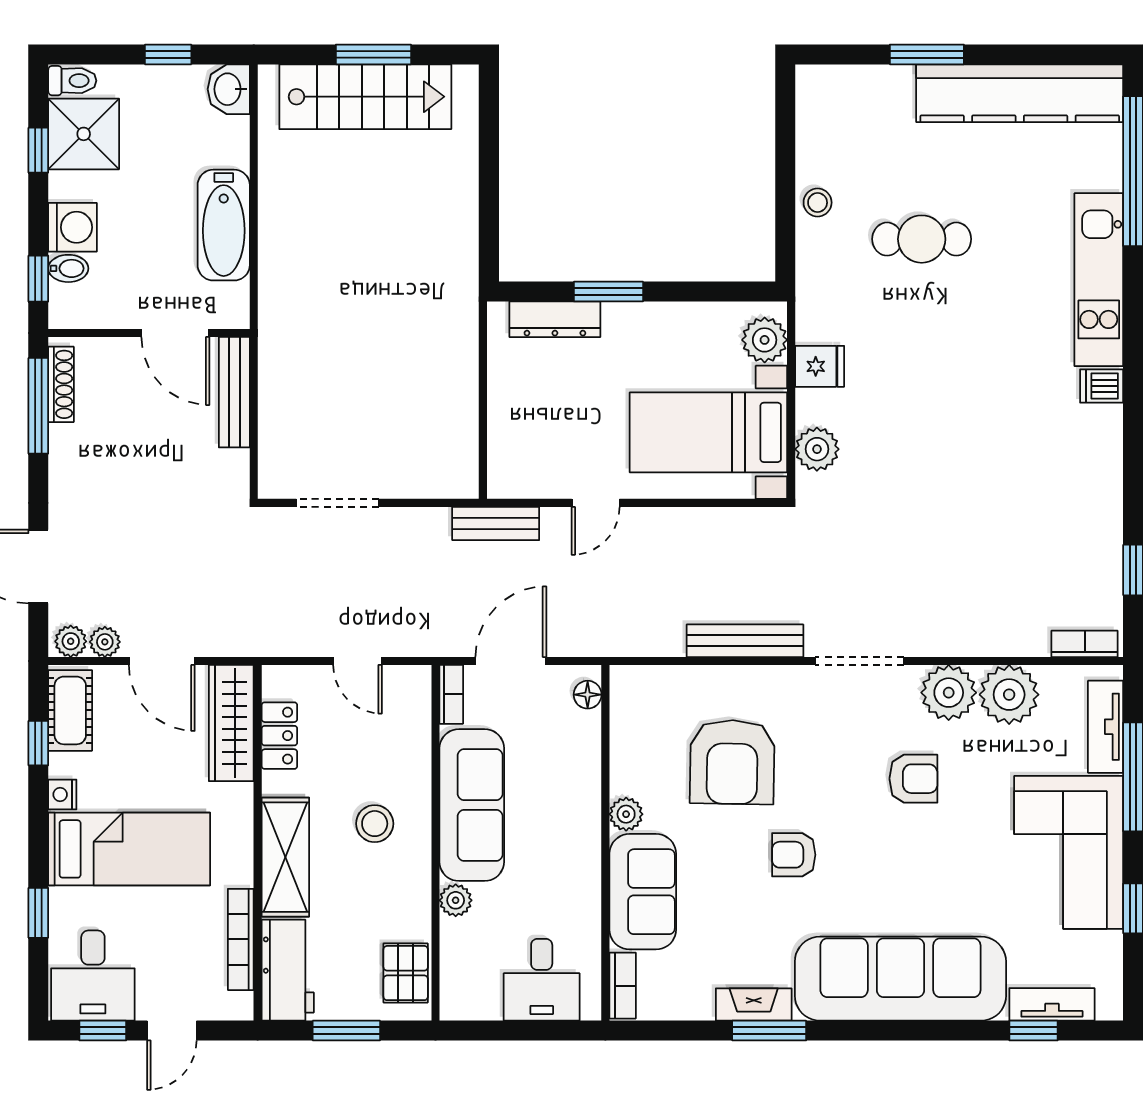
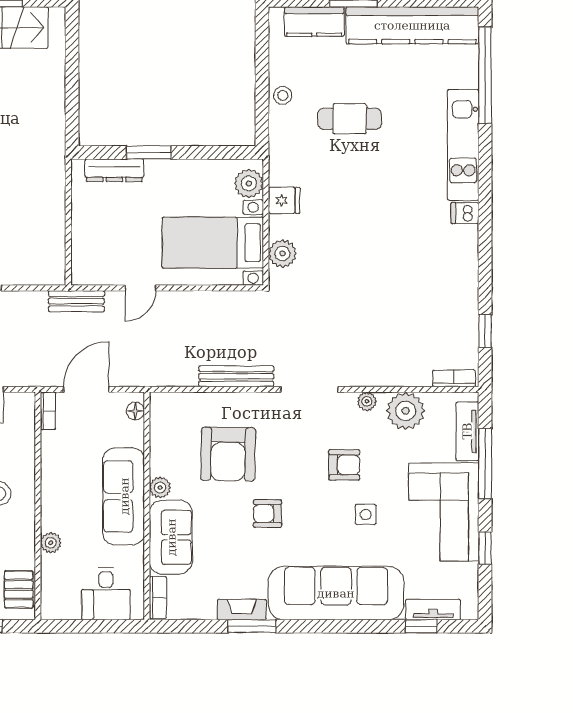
kitchen counter: (867, 87) -> (314, 22), added
plant: (949, 693) -> (367, 401), width x0.53, depth x0.53
sofa: (472, 805) -> (124, 496), moved, turned 180
side table: (947, 856) -> (366, 514), added

